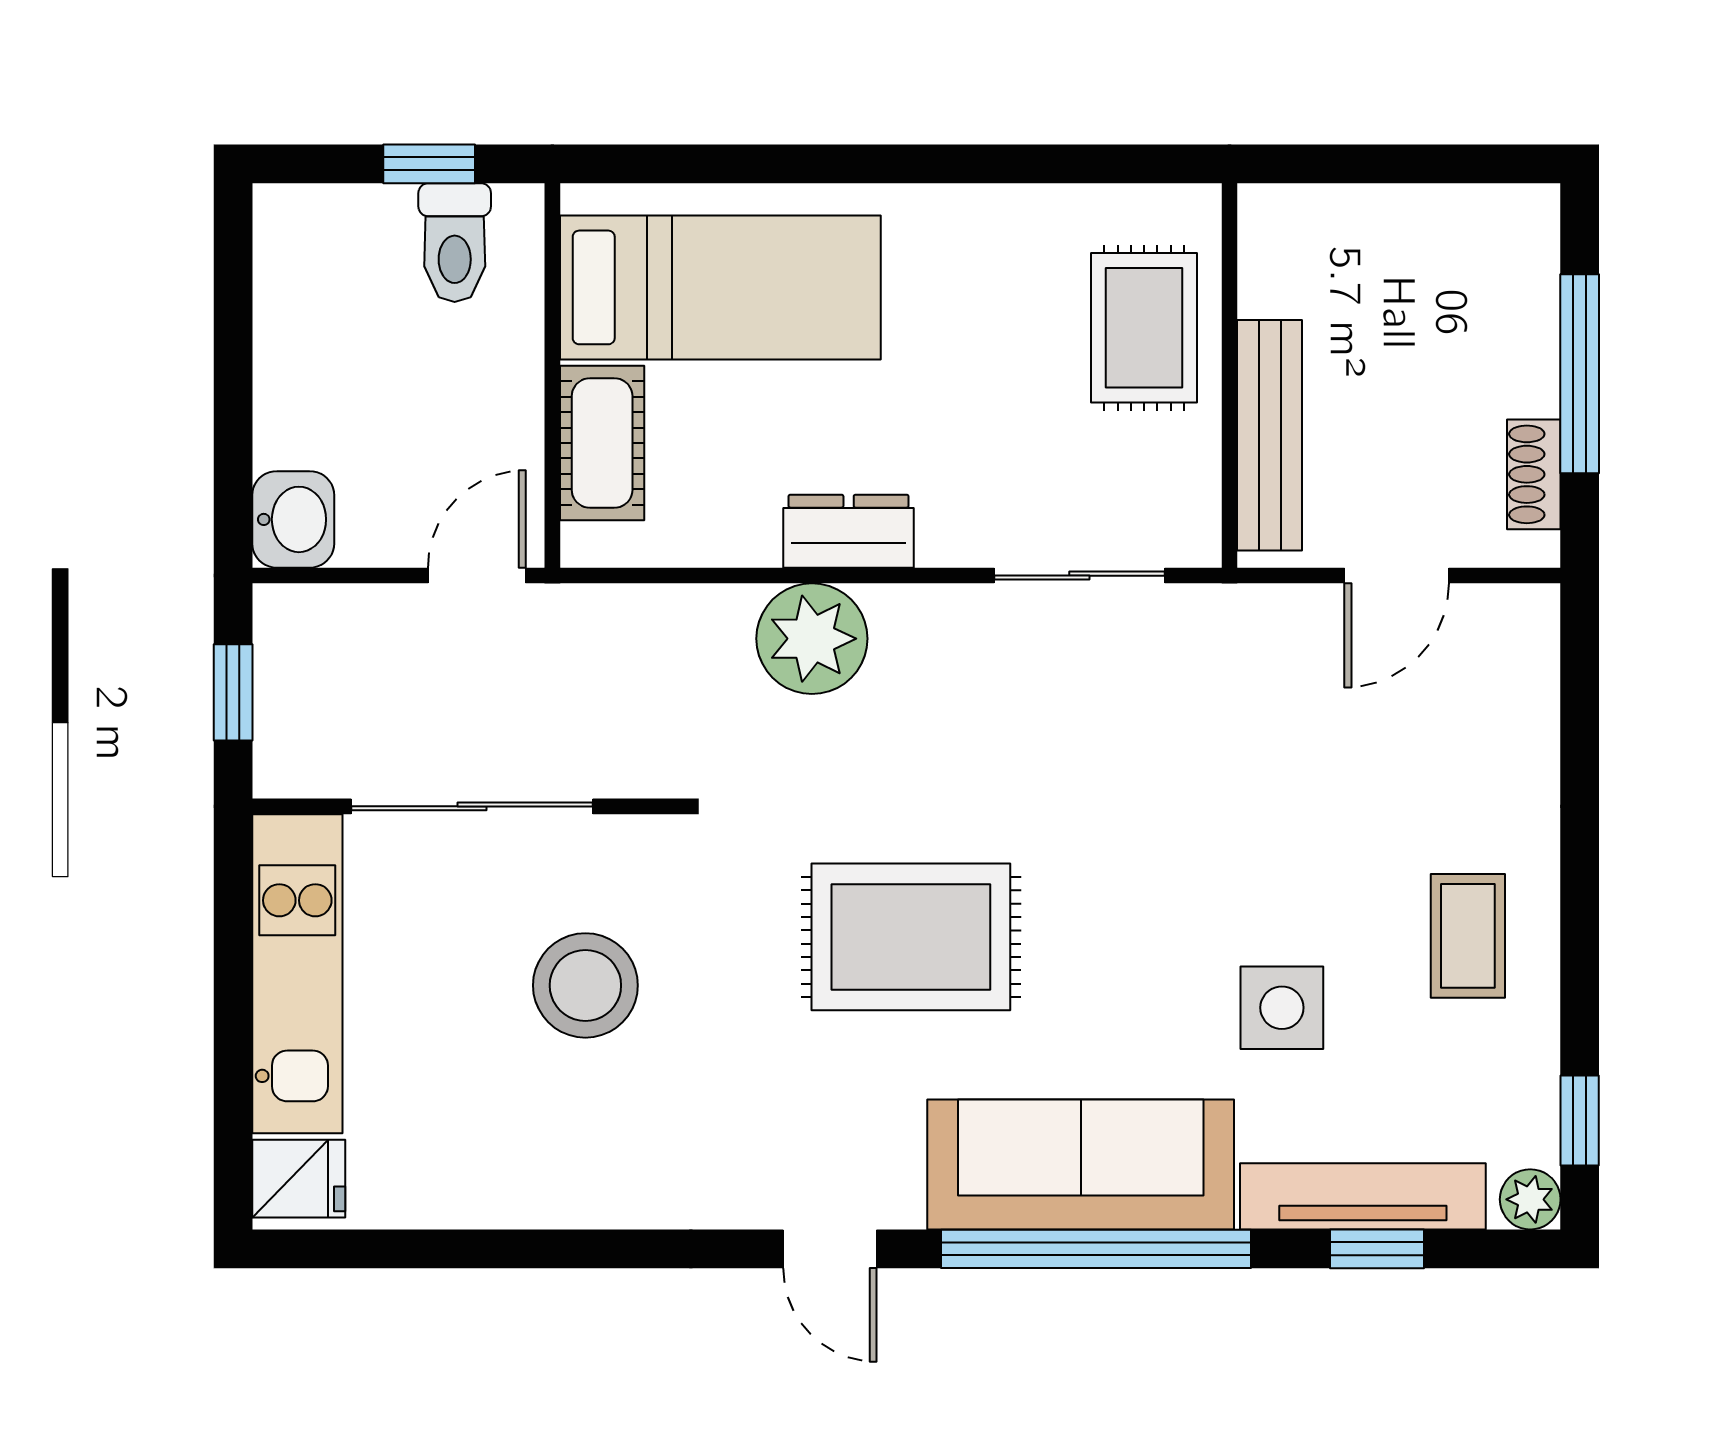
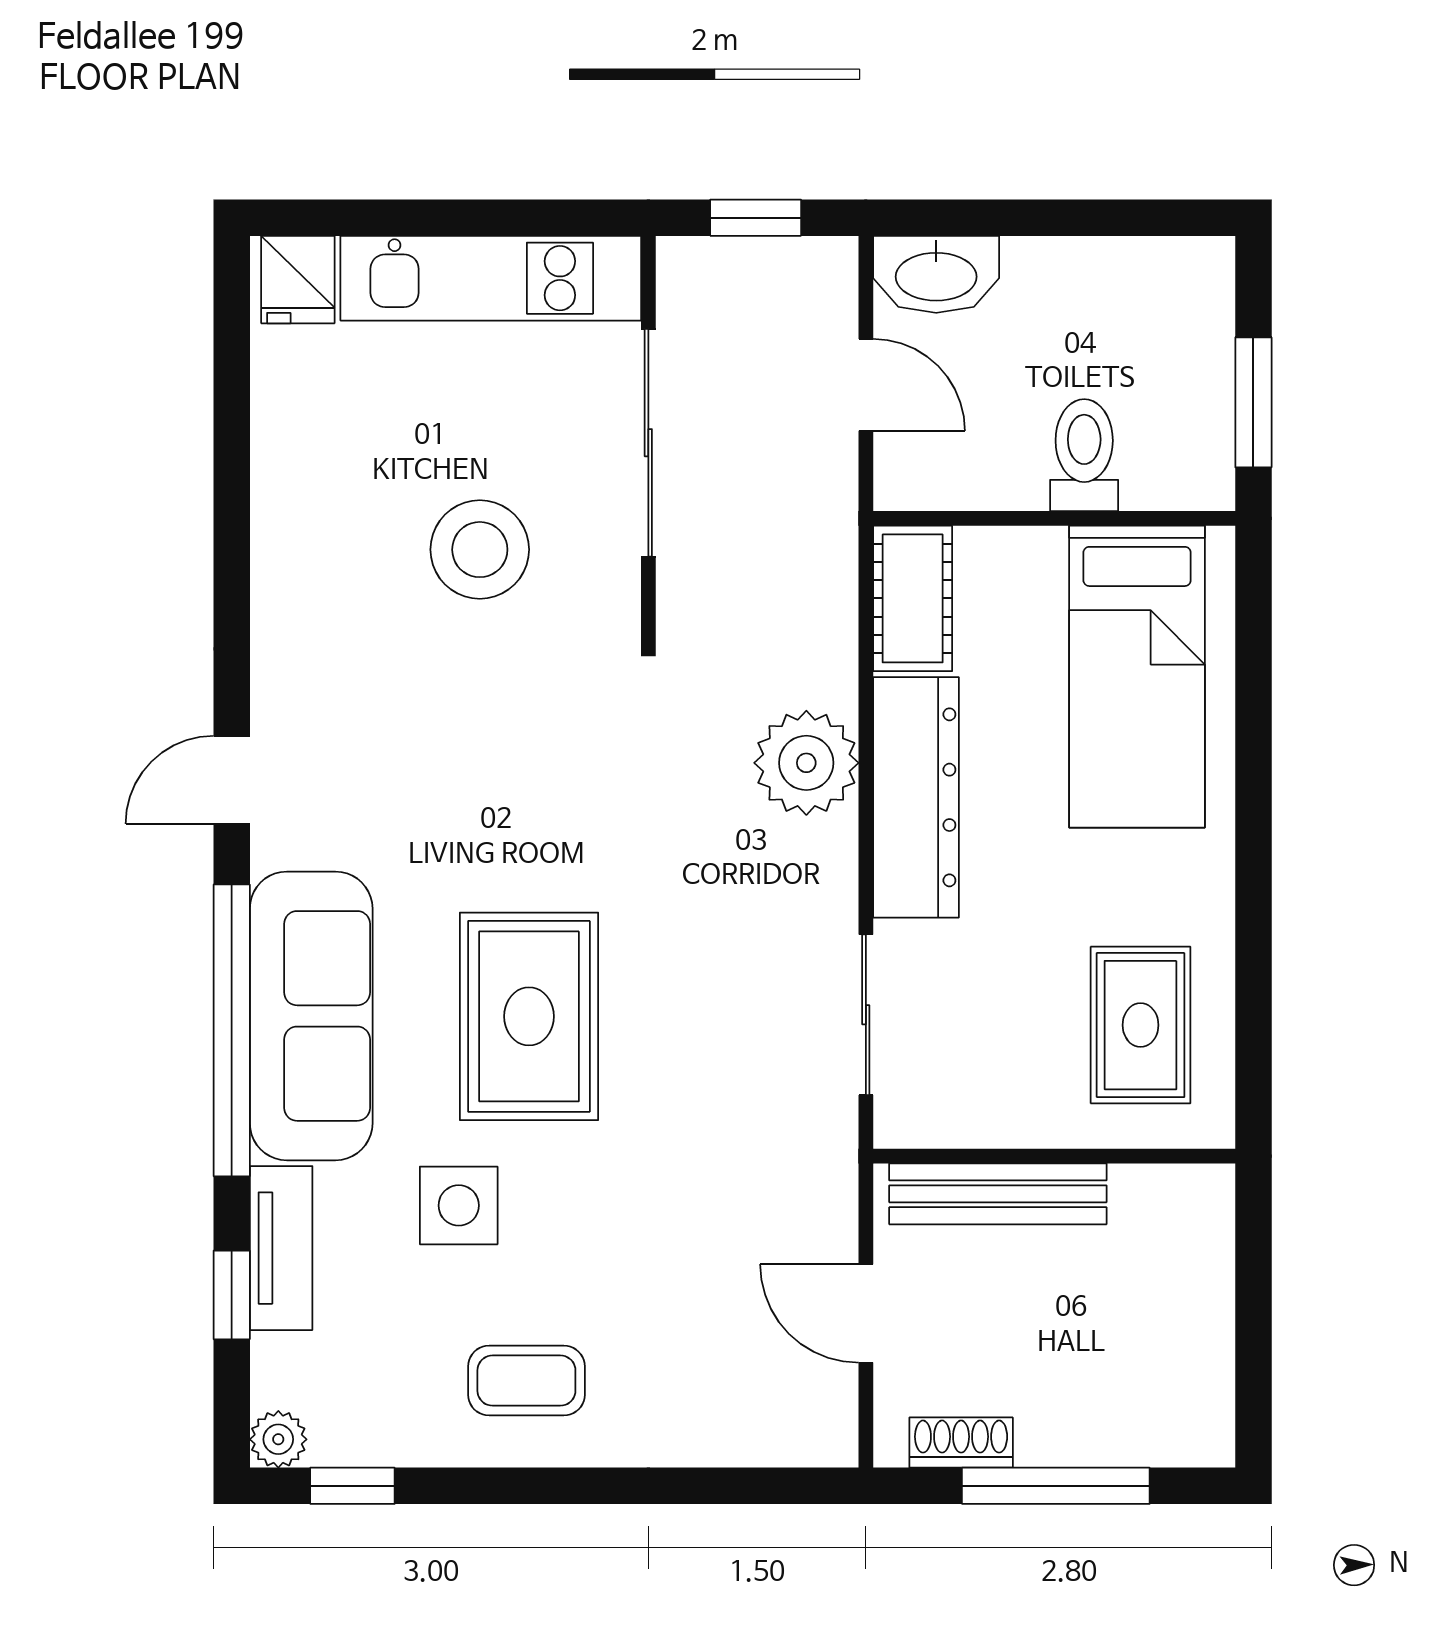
window: (429, 164) -> (1253, 402), width x1.50
toilet: (455, 243) -> (1084, 455), moved, turned 90
rug: (1144, 328) -> (1141, 1025), moved, turned 90
cot: (602, 443) -> (913, 598), moved, turned 90
washbasin: (293, 519) -> (936, 274), width x1.38
dresser: (849, 531) -> (916, 797), width x1.96, depth x1.24
door: (477, 576) -> (866, 385), moved
rug: (911, 937) -> (529, 1016), moved
tv unit: (1363, 1196) -> (281, 1248), width x0.71

